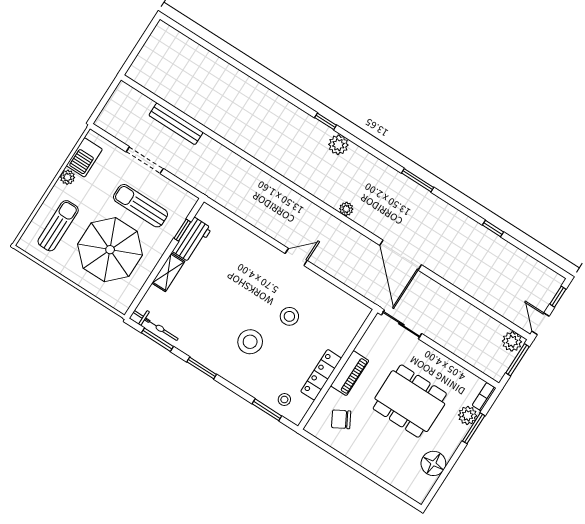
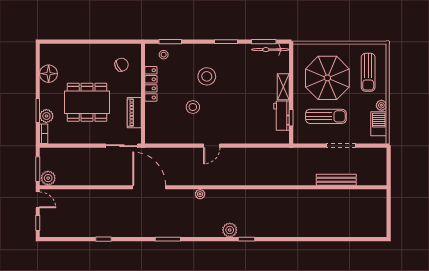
piano: (350, 373) -> (134, 113), moved

